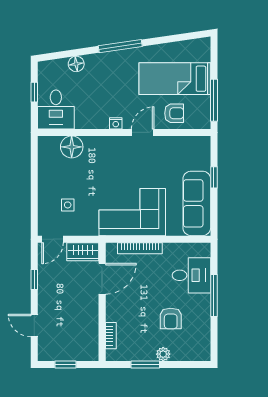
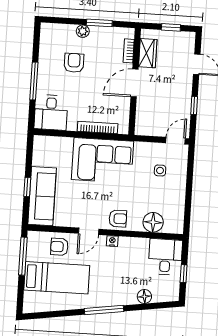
armchair: (111, 149) -> (118, 219), added
sofa: (197, 203) -> (42, 196), moved
wardrobe: (83, 252) -> (148, 53), moved, turned 90
desk: (191, 275) -> (51, 112), moved, turned -90
door: (102, 279) -> (134, 83), moved

